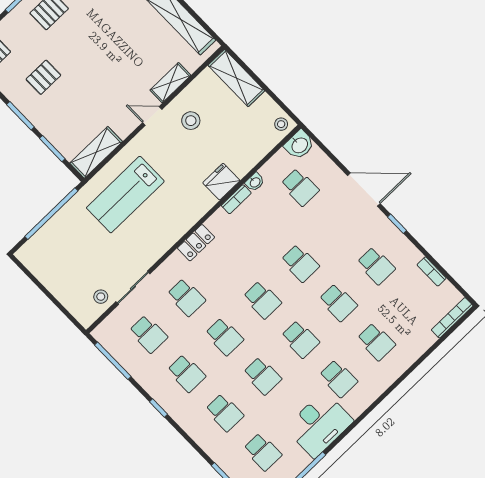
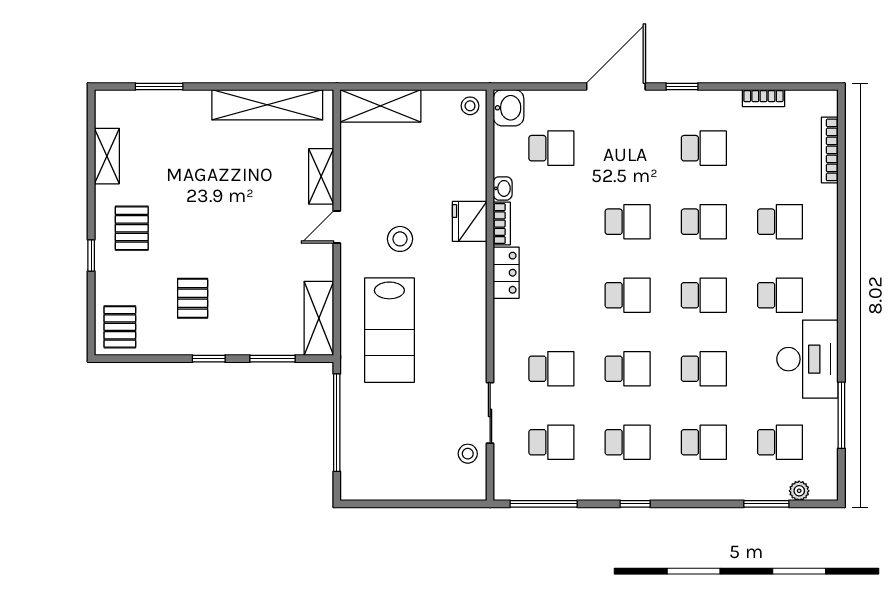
window: (20, 116) -> (209, 359), width x0.67
stool: (191, 121) -> (400, 239), moved
locker: (196, 243) -> (506, 273), moved
bookcase: (452, 318) -> (830, 150), moved

